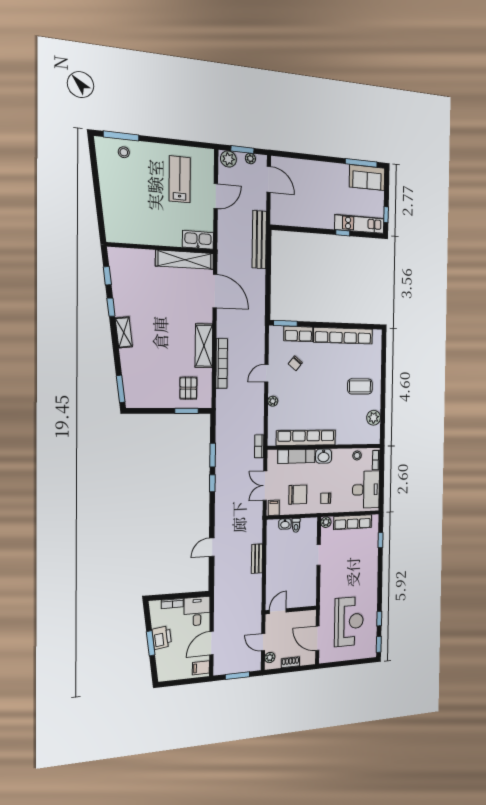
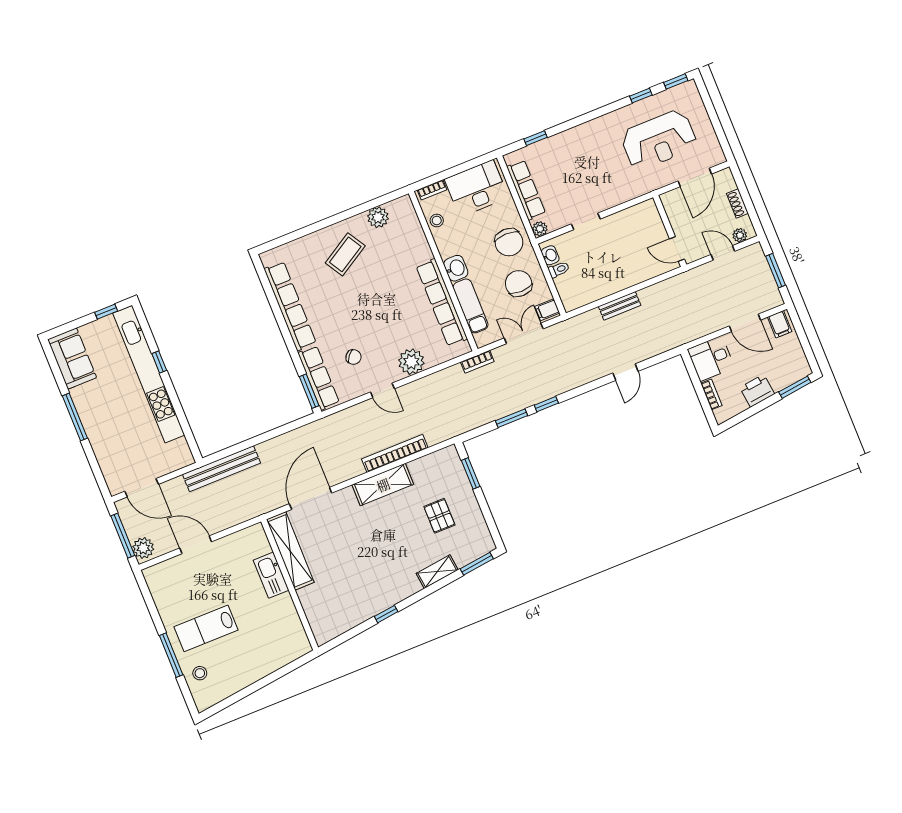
window: (121, 136) -> (171, 655), moved
window: (242, 150) -> (123, 536), width x1.44
plant: (250, 159) -> (128, 521), removed
window: (361, 163) -> (75, 417), moved
lab bench: (180, 179) -> (206, 628), moved
door: (269, 179) -> (142, 488), swing flipped
kitchen unit: (359, 224) -> (149, 374), width x1.86
kitchen sink: (198, 240) -> (271, 575), moved
window: (107, 276) -> (352, 633), removed
shelving: (124, 332) -> (437, 572), moved
row of seats: (298, 334) -> (319, 378), width x1.48
coffee table: (360, 386) -> (345, 254), turned 59
pallet: (188, 388) -> (439, 516), moved, turned 90
plant: (273, 401) -> (411, 362), width x1.88, depth x1.88
double door: (265, 486) -> (524, 333), swing flipped
chair: (326, 498) -> (509, 242), width x1.87, depth x1.87
washbasin: (285, 524) -> (550, 255), moved
door: (212, 547) -> (625, 372), hinge flipped
reception desk: (349, 622) -> (659, 140), turned 180
door: (263, 642) -> (723, 253), swing flipped
window: (151, 643) -> (795, 387), moved

